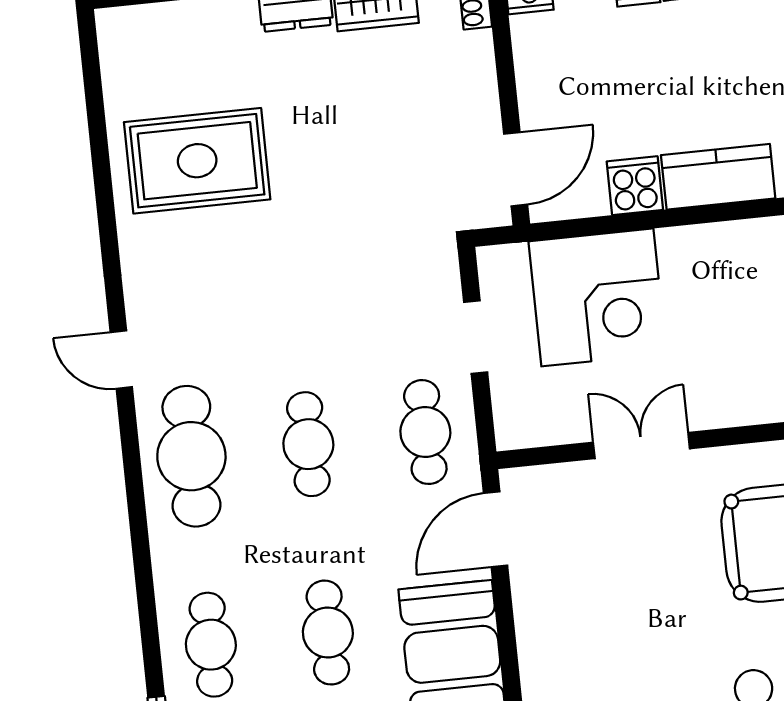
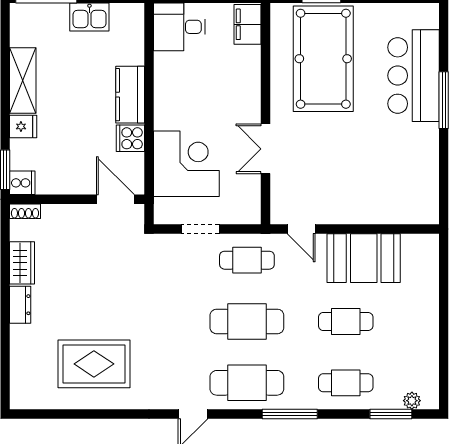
rug: (197, 161) -> (94, 364), turned 90
cafe table: (308, 444) -> (247, 321), width x1.37, depth x1.35
door: (496, 529) -> (301, 229), width x0.73
window: (140, 544) -> (290, 414), added

